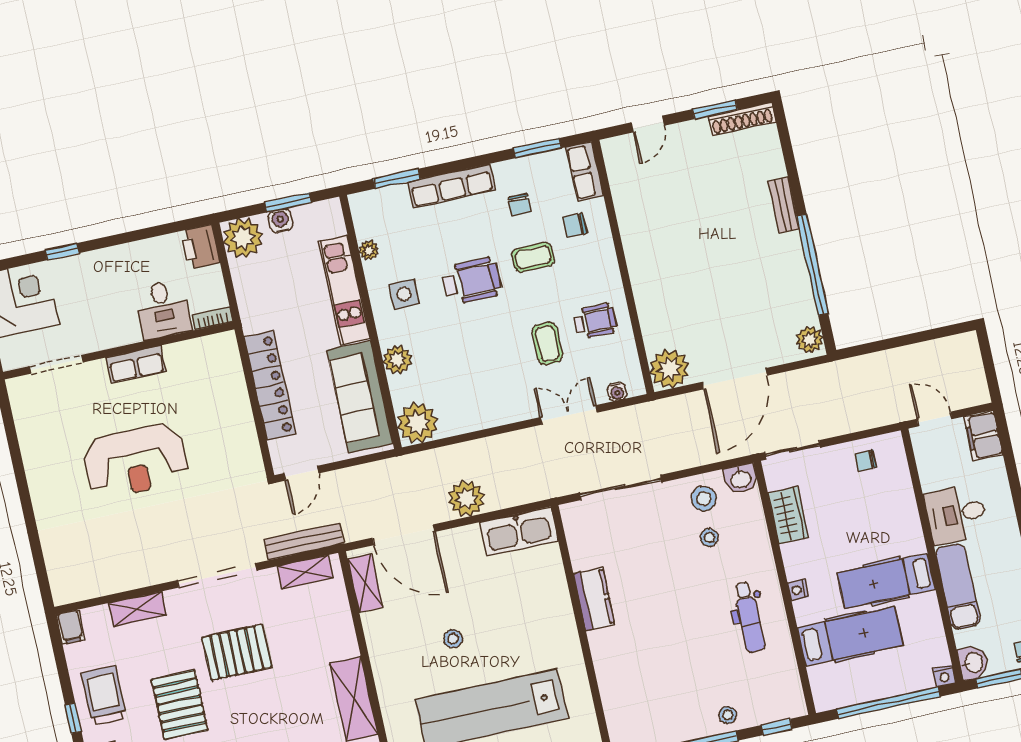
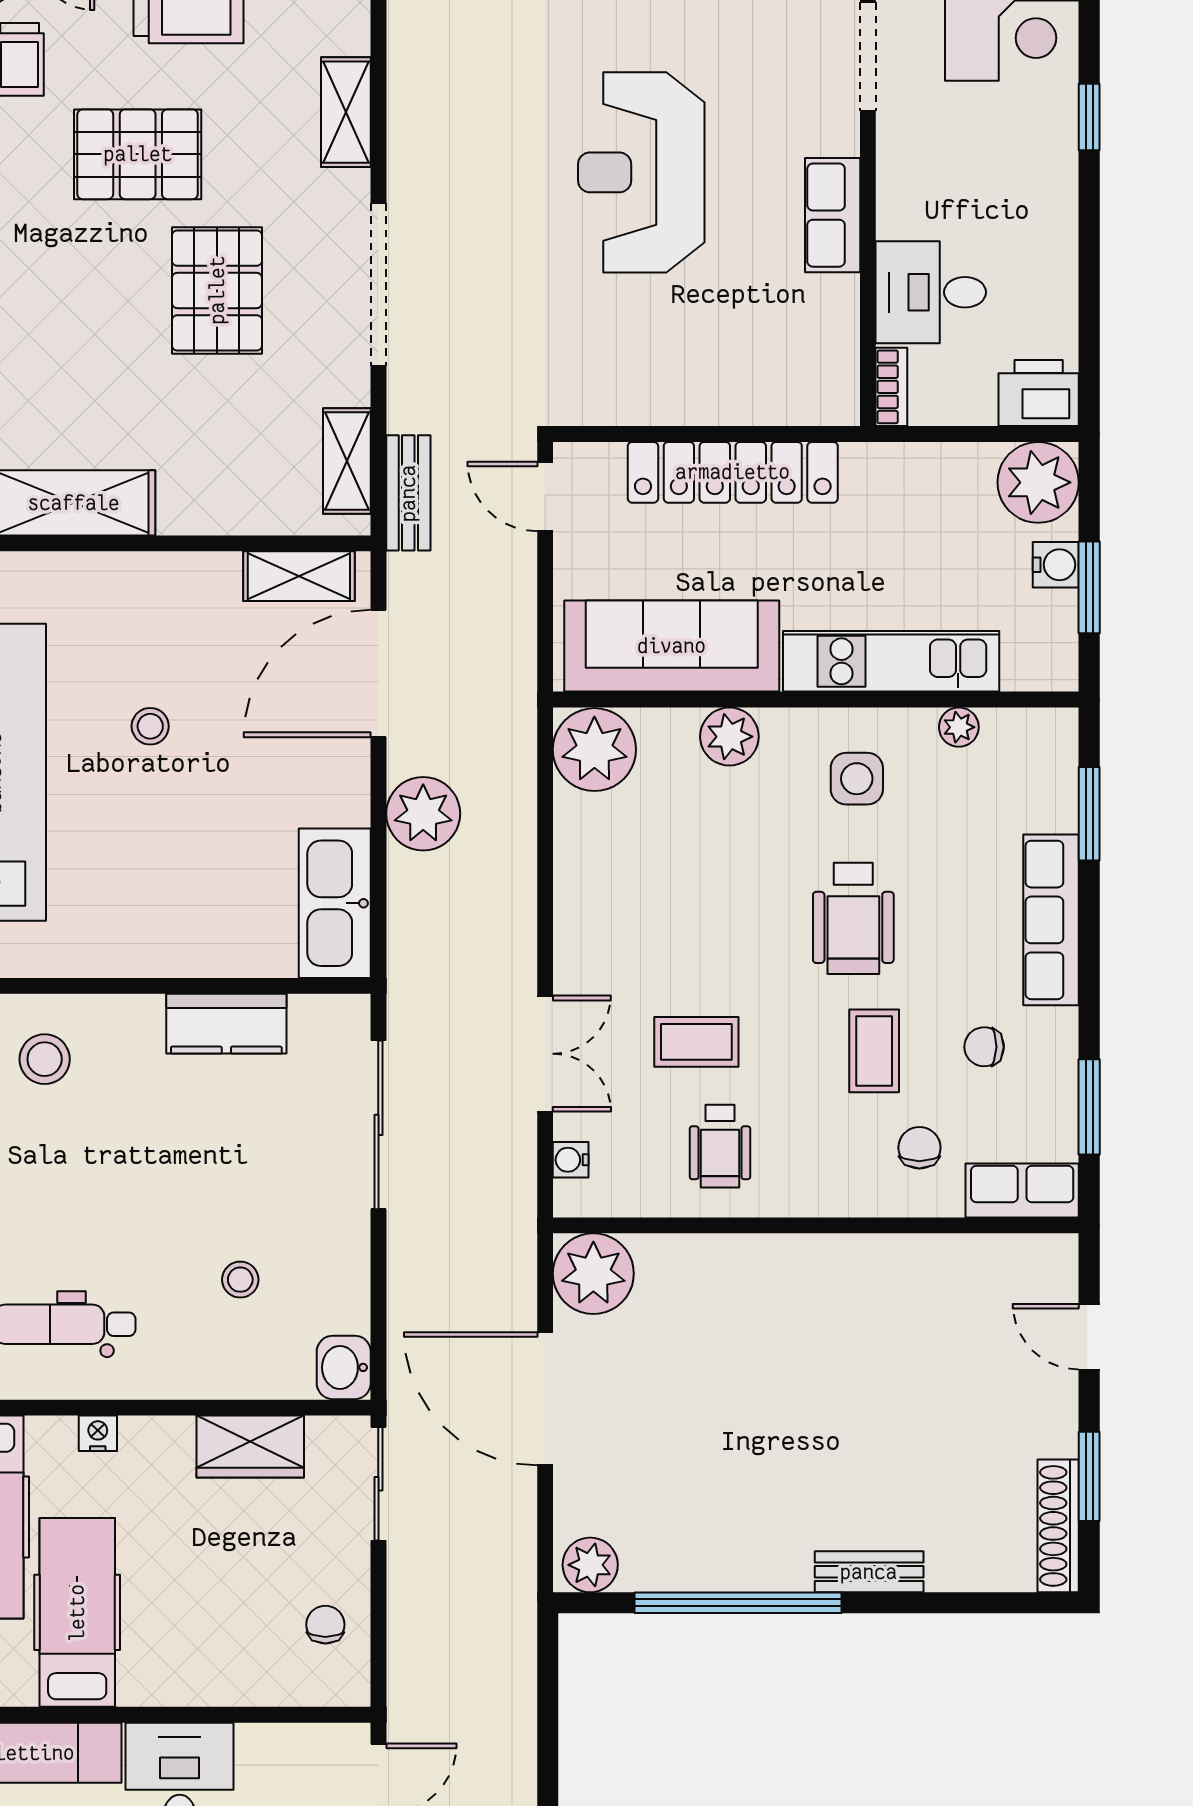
stool: (704, 499) -> (45, 1059), moved
bench: (304, 541) -> (408, 493), width x0.73
kitchen counter: (594, 599) -> (226, 1024), moved

